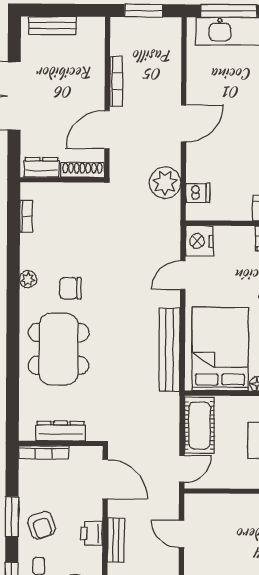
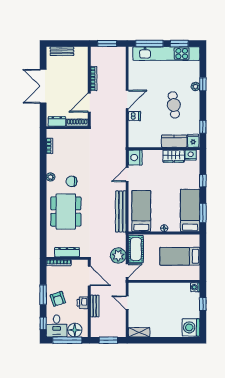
plant: (165, 183) -> (118, 255), moved
dishwasher: (198, 193) -> (134, 116), moved
bed: (220, 349) -> (141, 211), width x0.67

